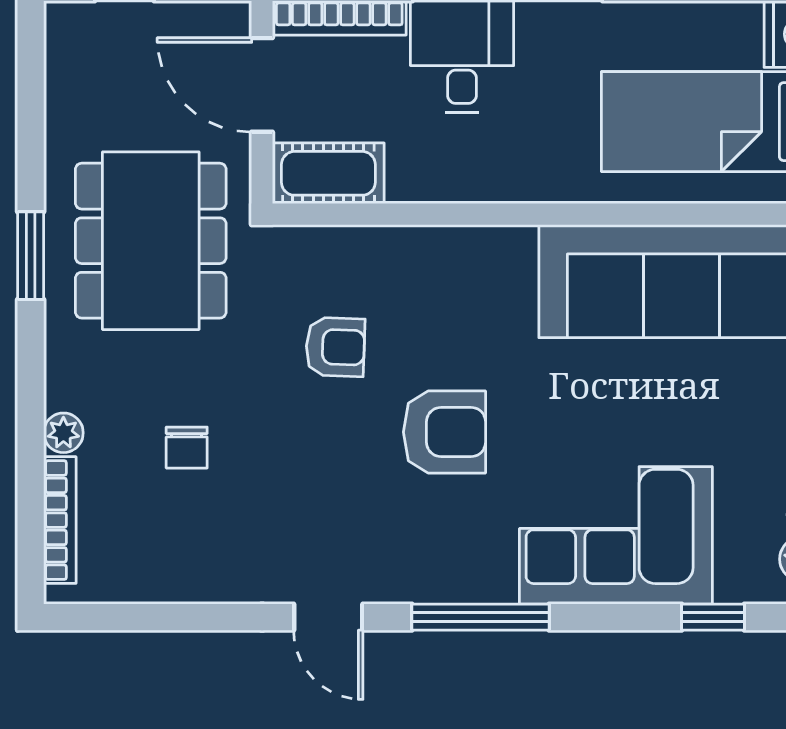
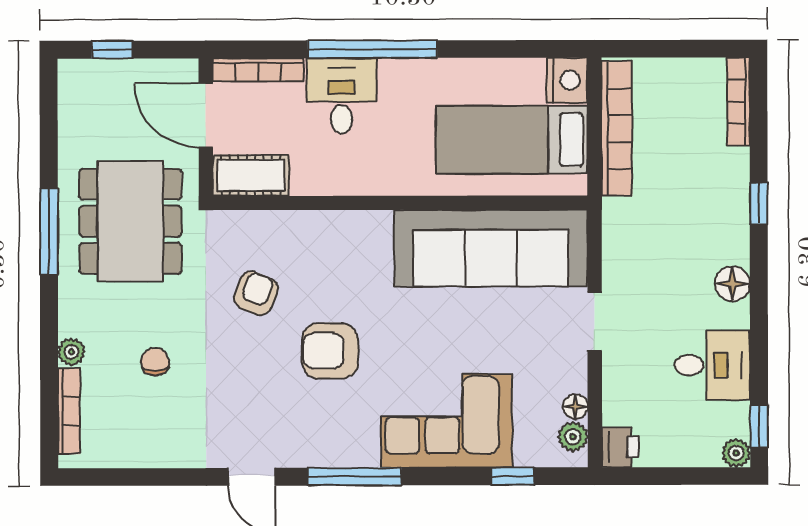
window: (31, 256) -> (49, 232), width x1.44
armchair: (335, 347) -> (256, 293), turned -70
armchair: (445, 432) -> (330, 351), turned 180
chair: (187, 448) -> (155, 362), turned 180

